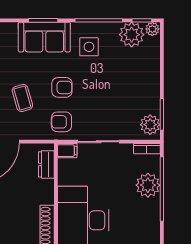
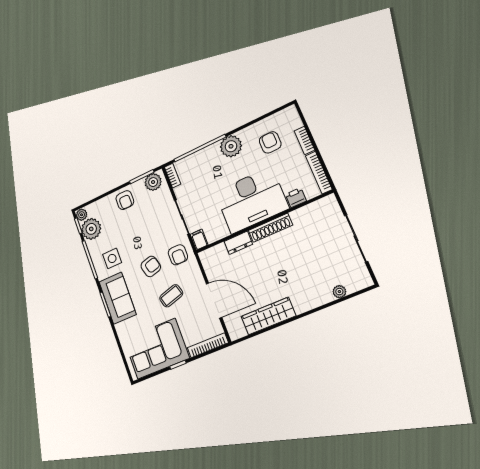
armchair: (145, 86) -> (125, 200), added
armchair: (62, 87) -> (151, 266), turned 75
dresser: (46, 164) -> (238, 243), moved
plant: (148, 185) -> (231, 146), moved

